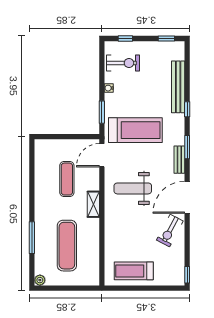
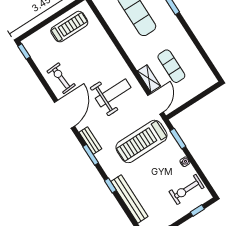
shelving: (93, 204) -> (149, 78), moved
exercise bike: (170, 231) -> (61, 78), turned -32

